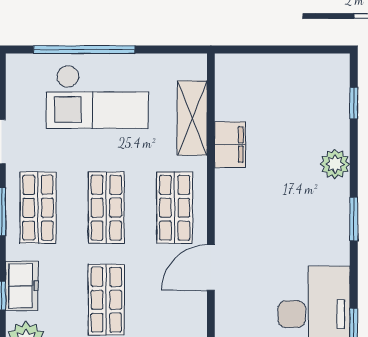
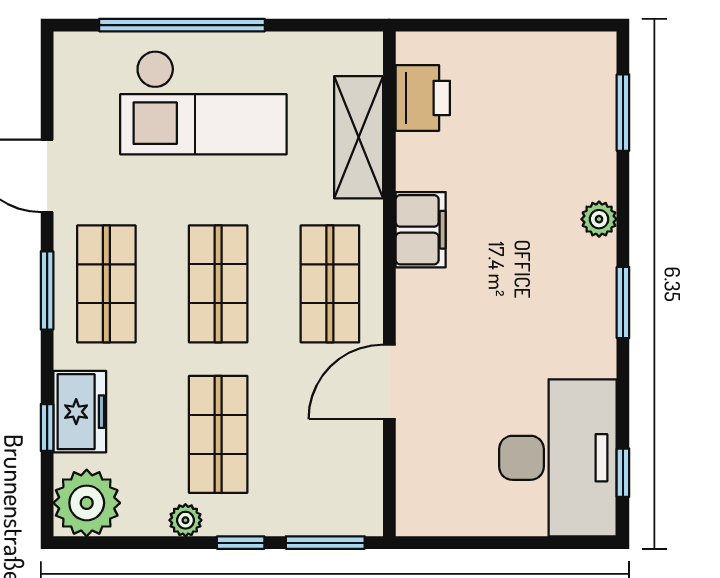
printer: (231, 94) -> (423, 98), added
window: (354, 103) -> (623, 113), width x1.50
filing cabinet: (230, 145) -> (421, 230), moved
plant: (335, 164) -> (599, 219), width x0.73, depth x0.73

